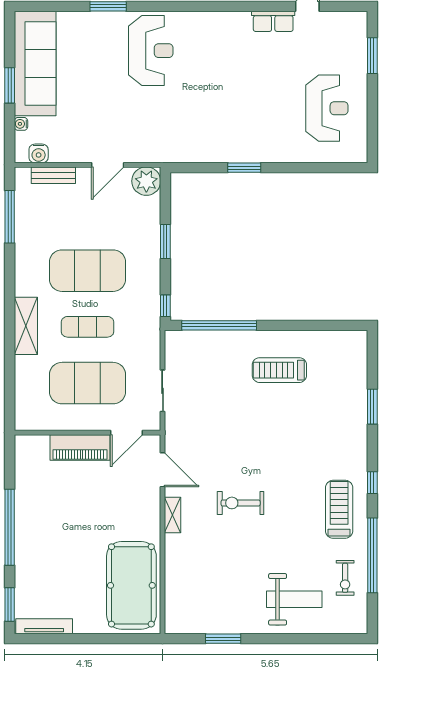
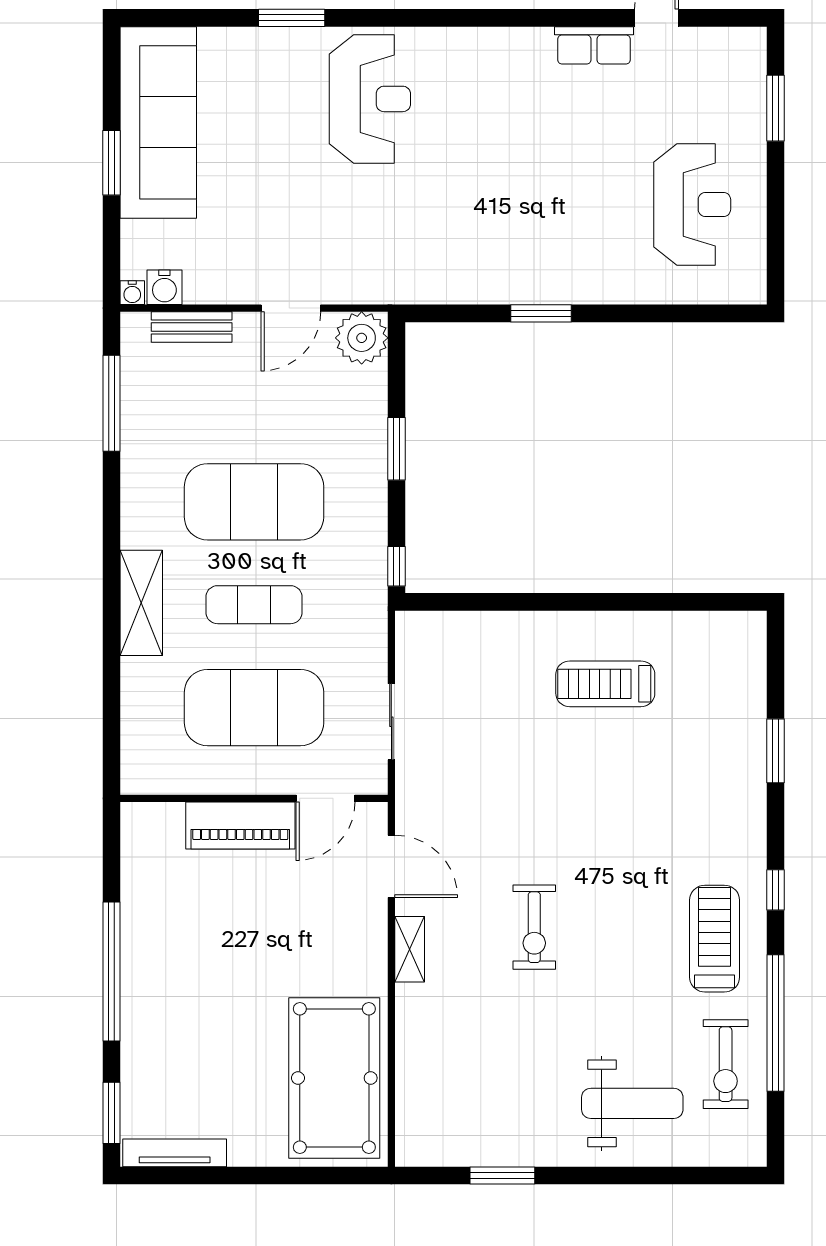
water cooler: (21, 124) -> (132, 293), moved, turned -90
window: (219, 325) -> (495, 602), removed
exercise bike: (241, 503) -> (534, 927), turned -90
exercise bike: (345, 578) -> (726, 1064), width x1.38, depth x1.39

